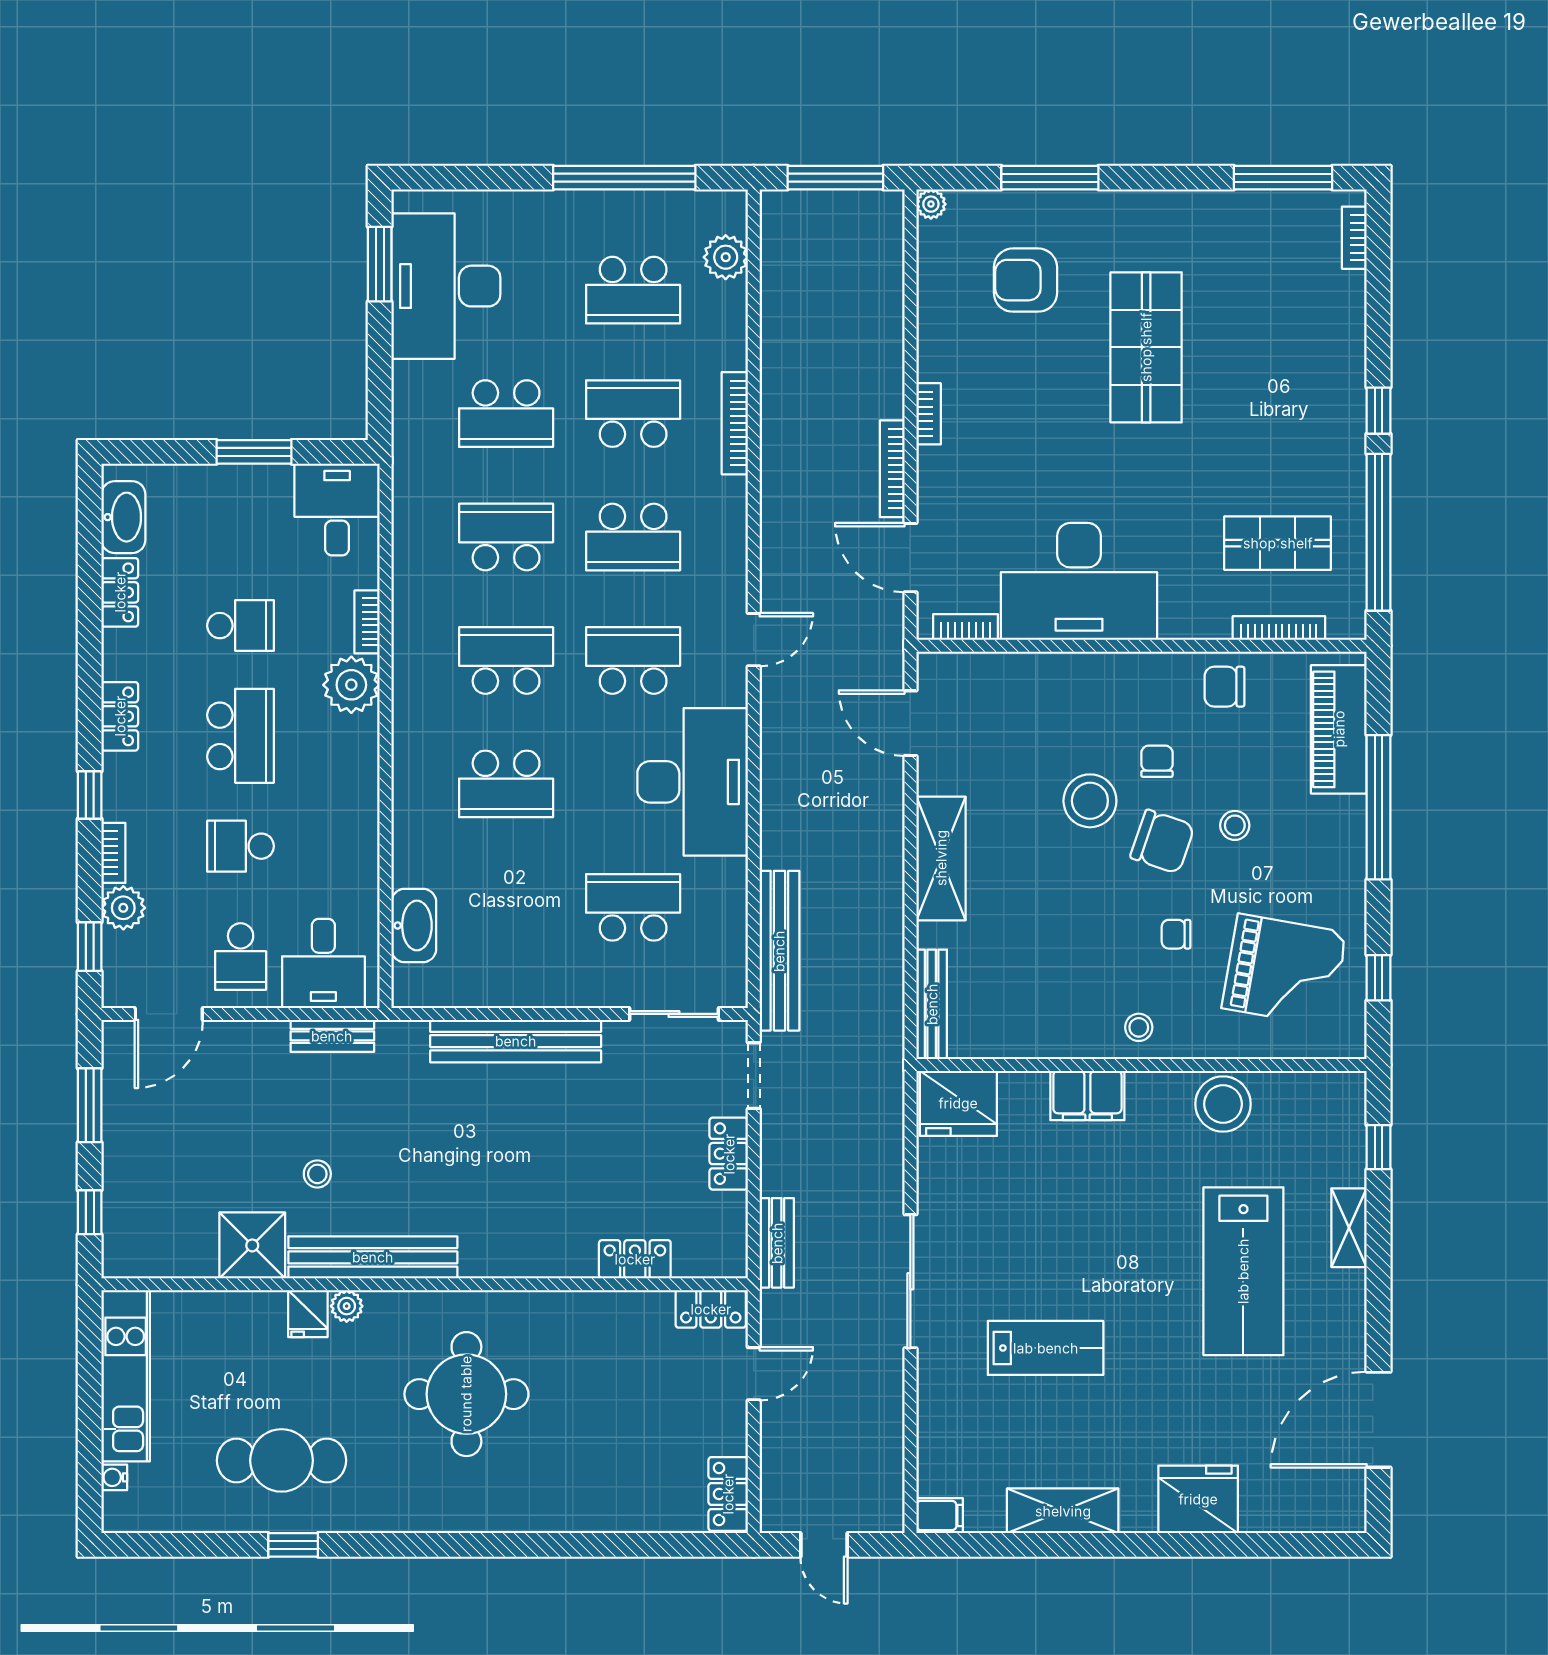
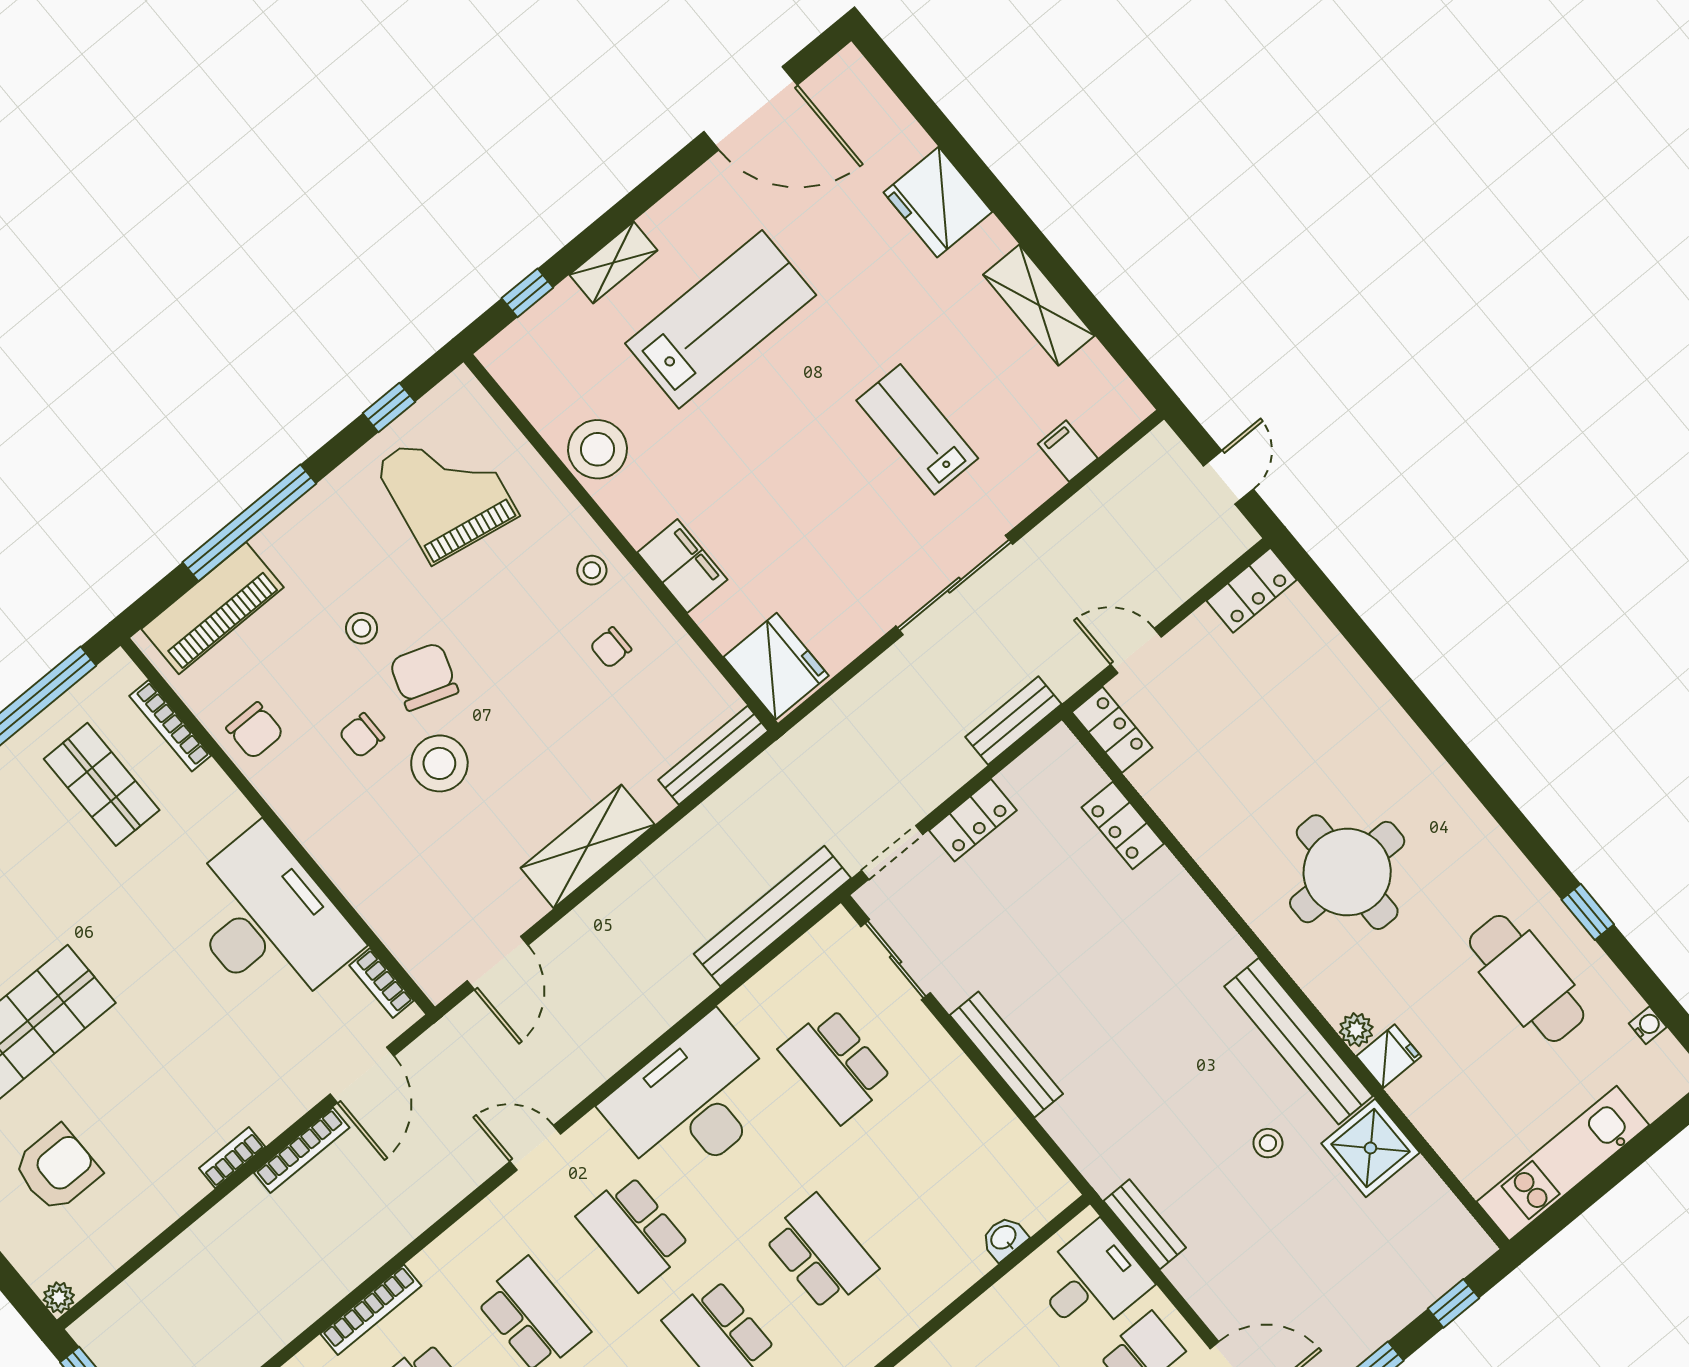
armchair: (1025, 280) -> (57, 1169), turned -90
washbasin: (414, 926) -> (1004, 1238), width x0.52, depth x0.69
chair: (1176, 934) -> (611, 648), moved, turned 90
bench: (516, 1041) -> (1006, 1055), width x0.73, depth x0.82
water cooler: (114, 1477) -> (1648, 1025), moved, turned -90
filing cabinet: (940, 1516) -> (1068, 451), moved

